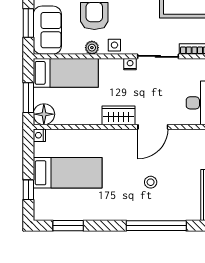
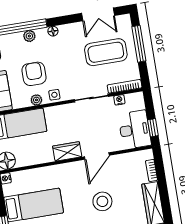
nightstand: (130, 64) -> (119, 100), moved
stool: (151, 182) -> (102, 201), width x1.89, depth x1.89

